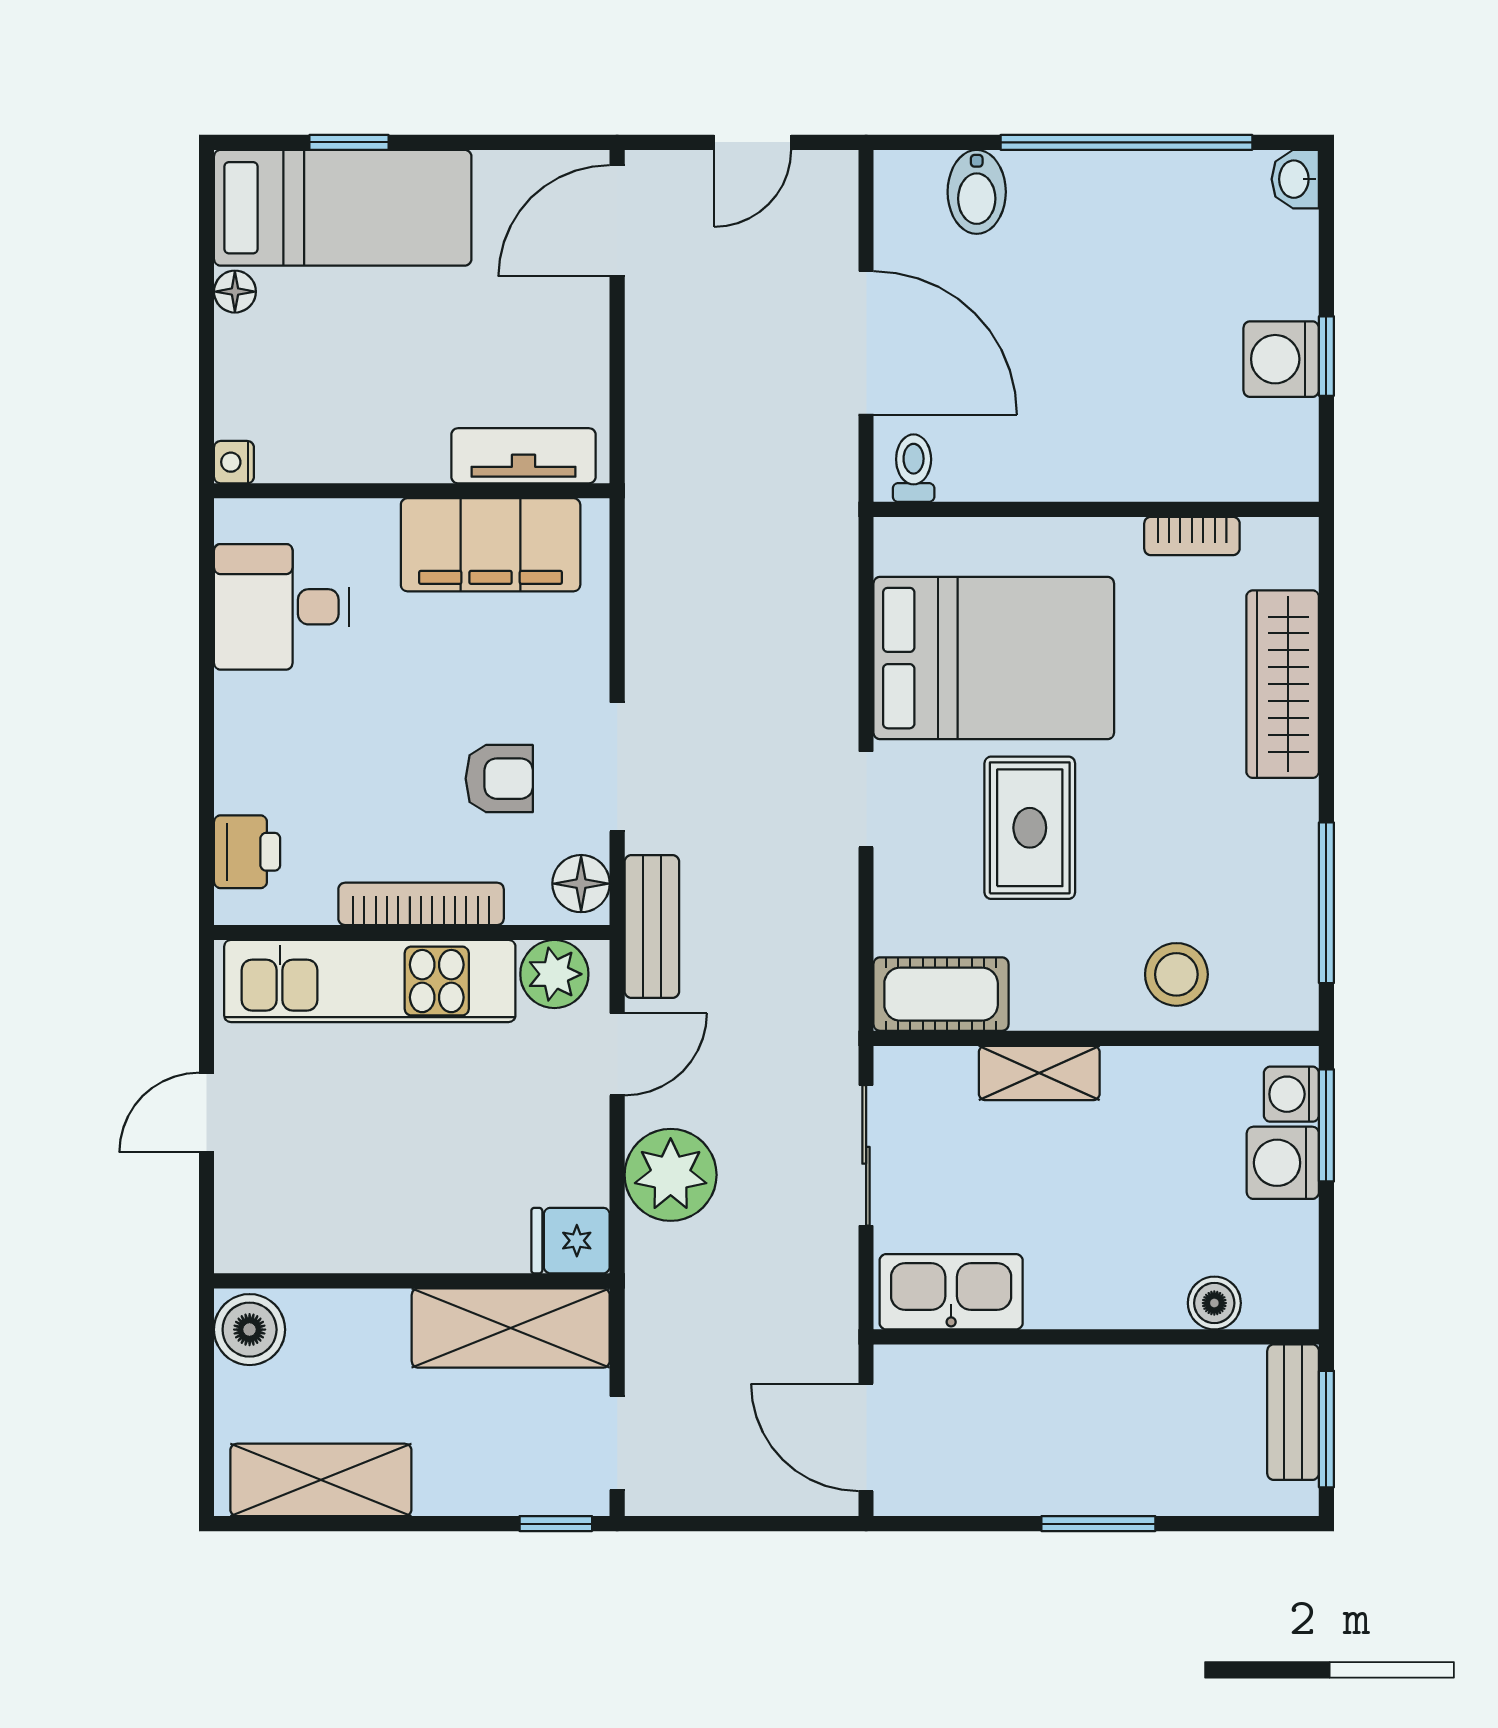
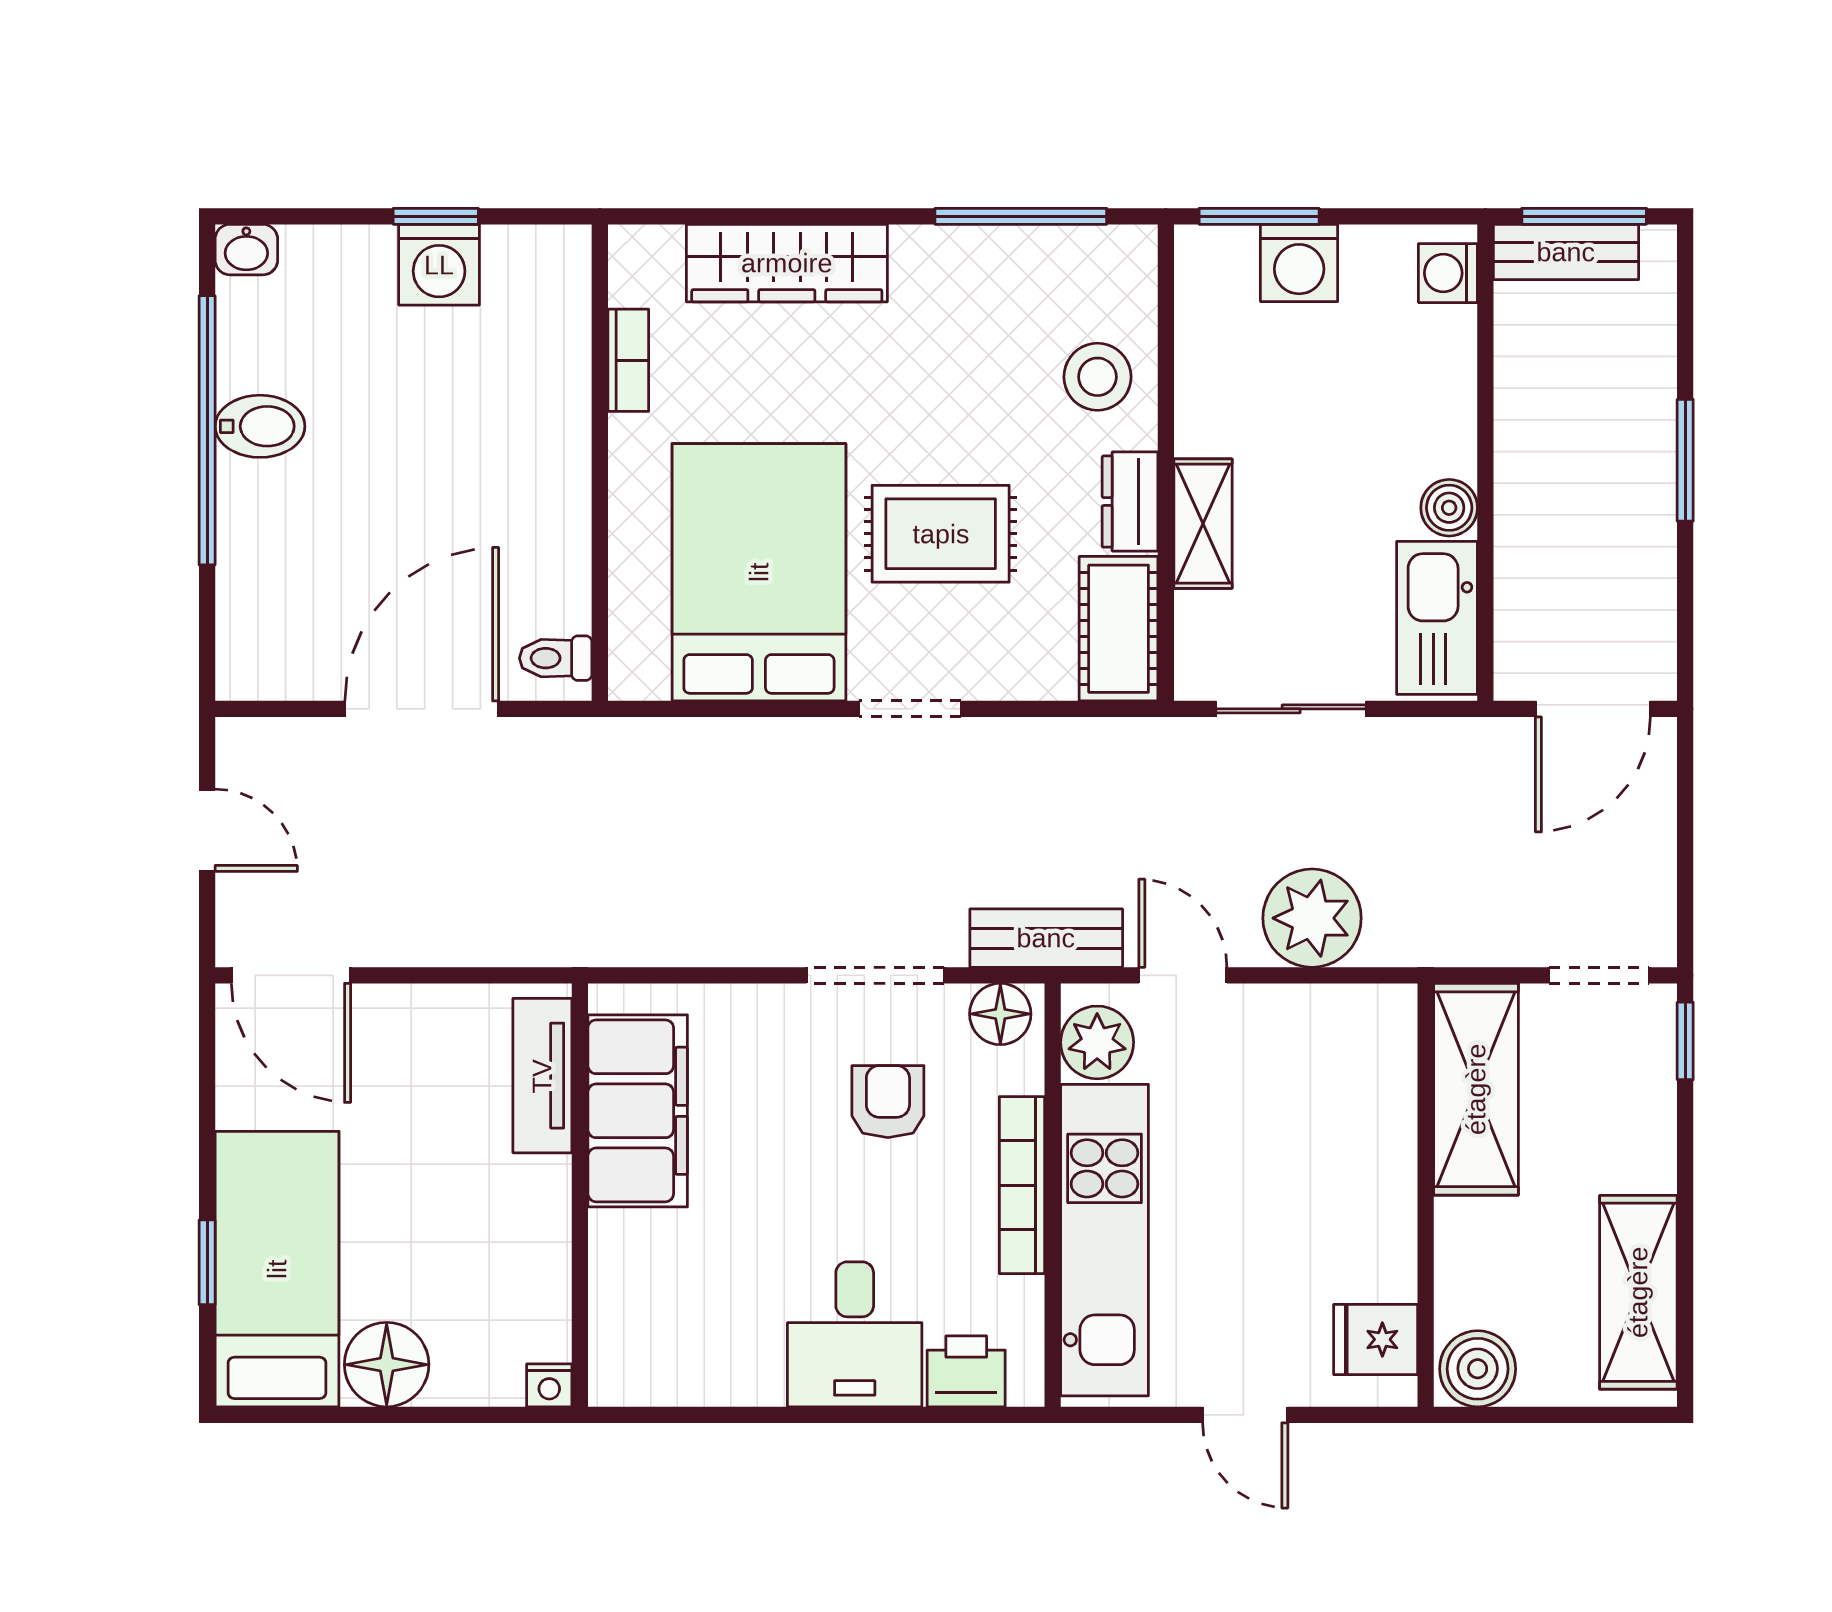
bidet: (977, 192) -> (260, 426), moved
floor lamp: (235, 292) -> (387, 1365), width x1.89, depth x1.89
desk: (282, 607) -> (855, 1334), moved
dresser: (1060, 1005) -> (1130, 502), added
washing machine: (1291, 1094) -> (1448, 273), moved, turned 90
fridge: (571, 1241) -> (1376, 1339), moved, turned 90
boiler: (1214, 1303) -> (1449, 508), moved

